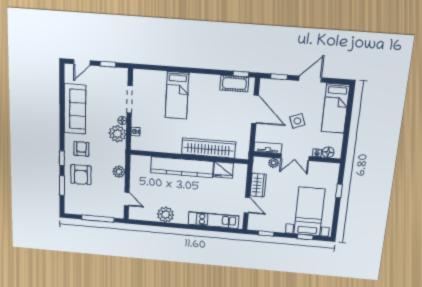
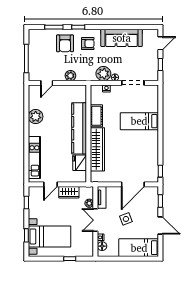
door: (82, 62) -> (160, 43), swing flipped
cot: (234, 84) -> (96, 116), moved
armchair: (81, 175) -> (65, 43), turned -90

